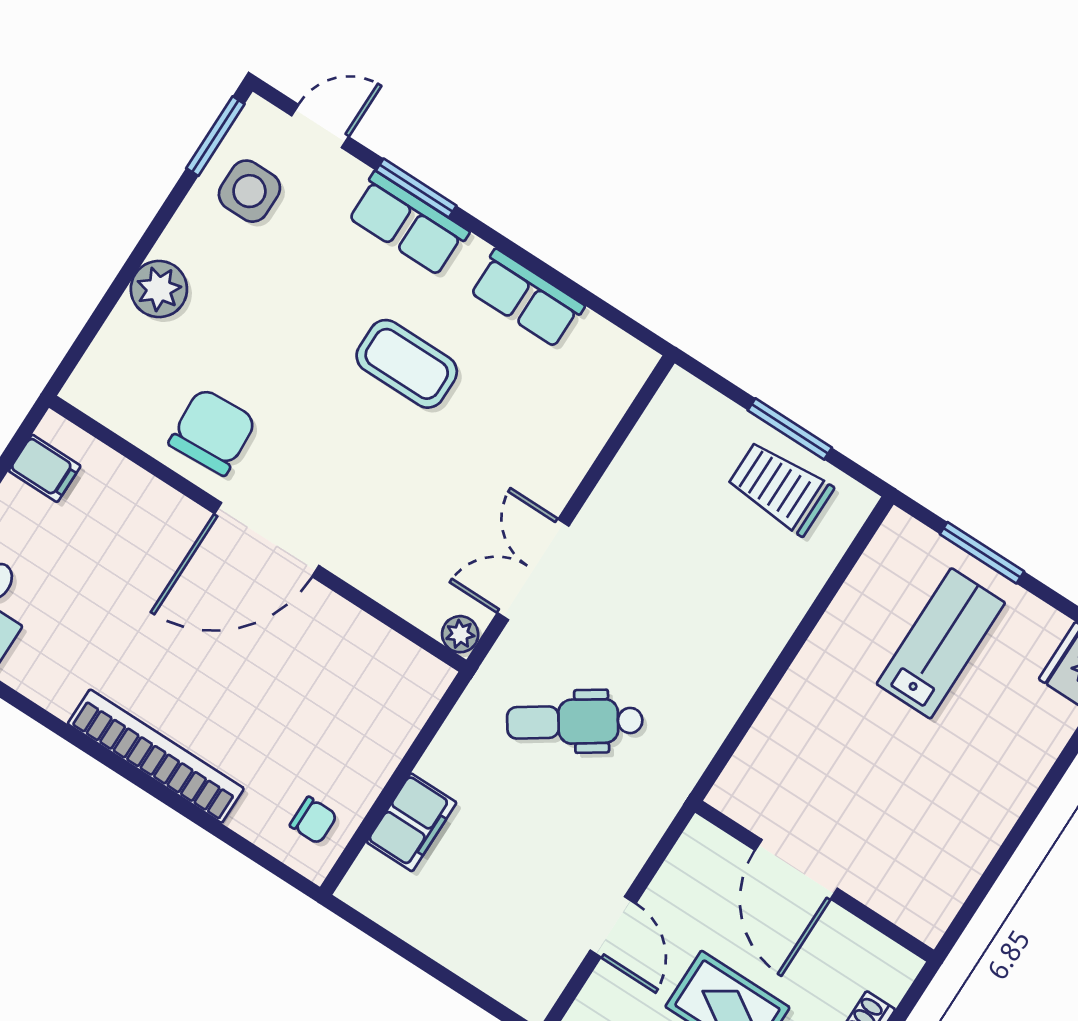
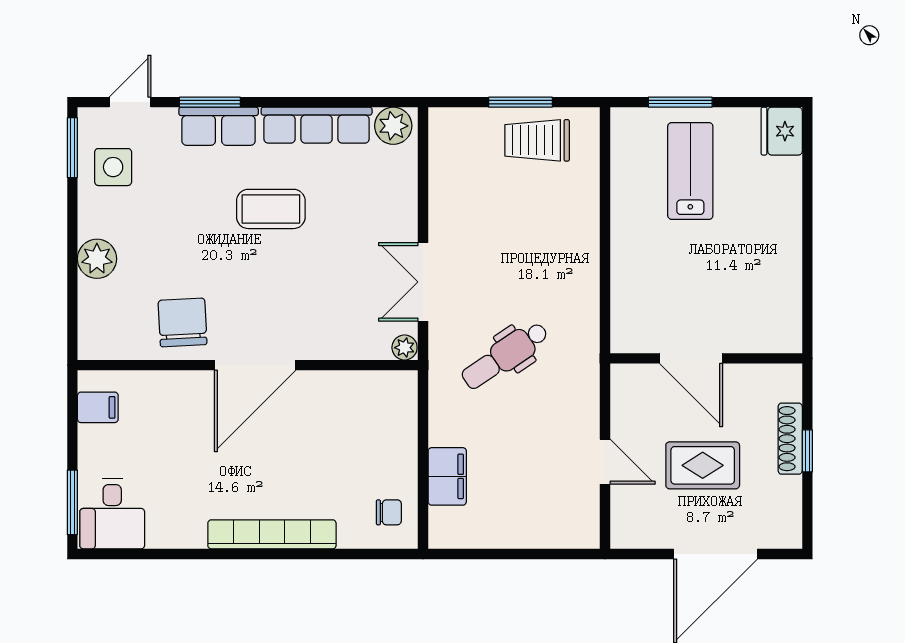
row of seats: (527, 298) -> (317, 125), width x1.48
plant: (618, 359) -> (393, 126), added

